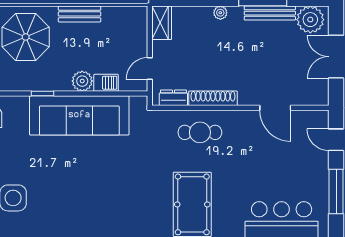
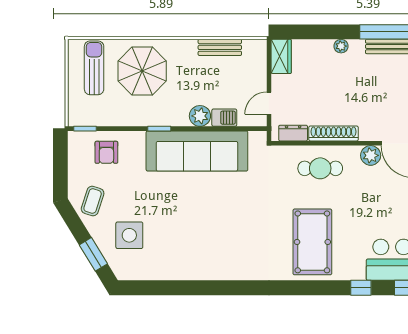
bench: (80, 14) -> (220, 47), moved
plant: (249, 120) -> (371, 155), added

